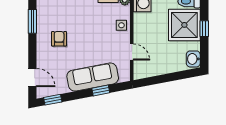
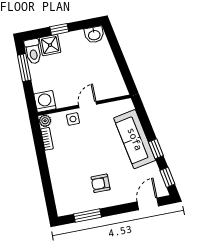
shower: (184, 25) -> (50, 45), width x0.54, depth x0.54
door: (132, 52) -> (88, 105), moved
window: (101, 91) -> (156, 149), moved

